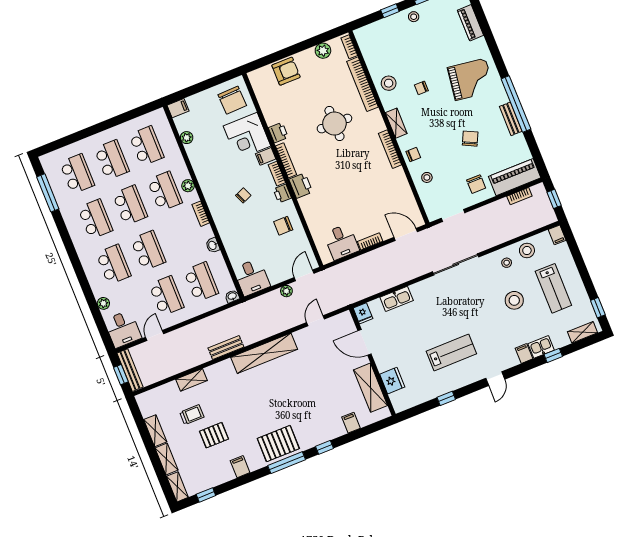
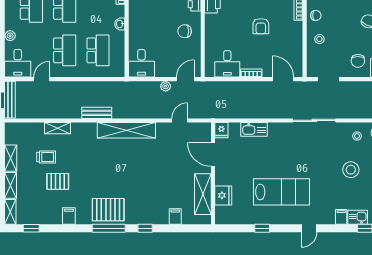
armchair: (361, 189) -> (261, 26), added
washbasin: (232, 296) -> (119, 73), removed
lab bench: (451, 353) -> (281, 192), width x1.36, depth x1.39

